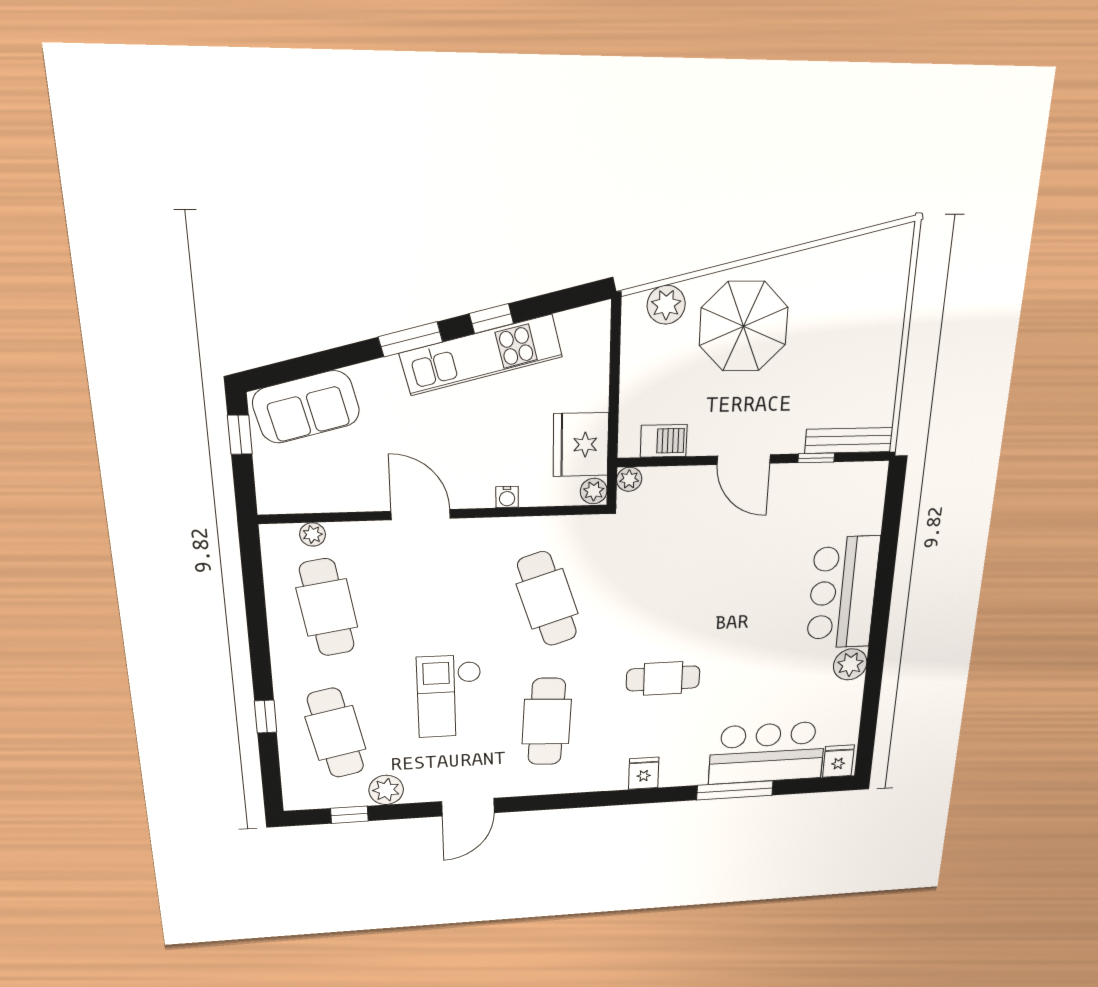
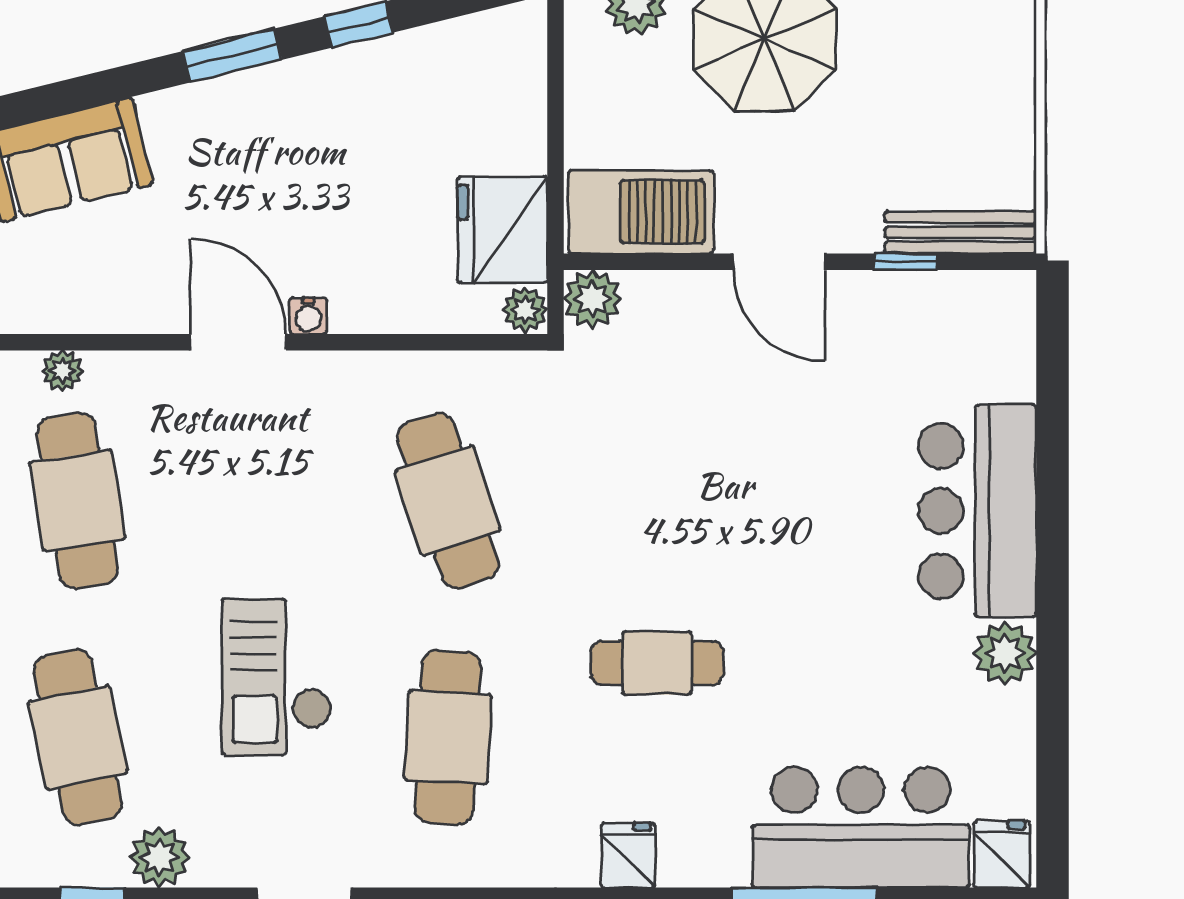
kitchen unit: (481, 355) -> (342, 81), removed
barbecue: (664, 441) -> (641, 212), width x1.88, depth x1.53
plant: (629, 479) -> (593, 299), width x1.38, depth x1.38
water cooler: (507, 497) -> (308, 316), moved

